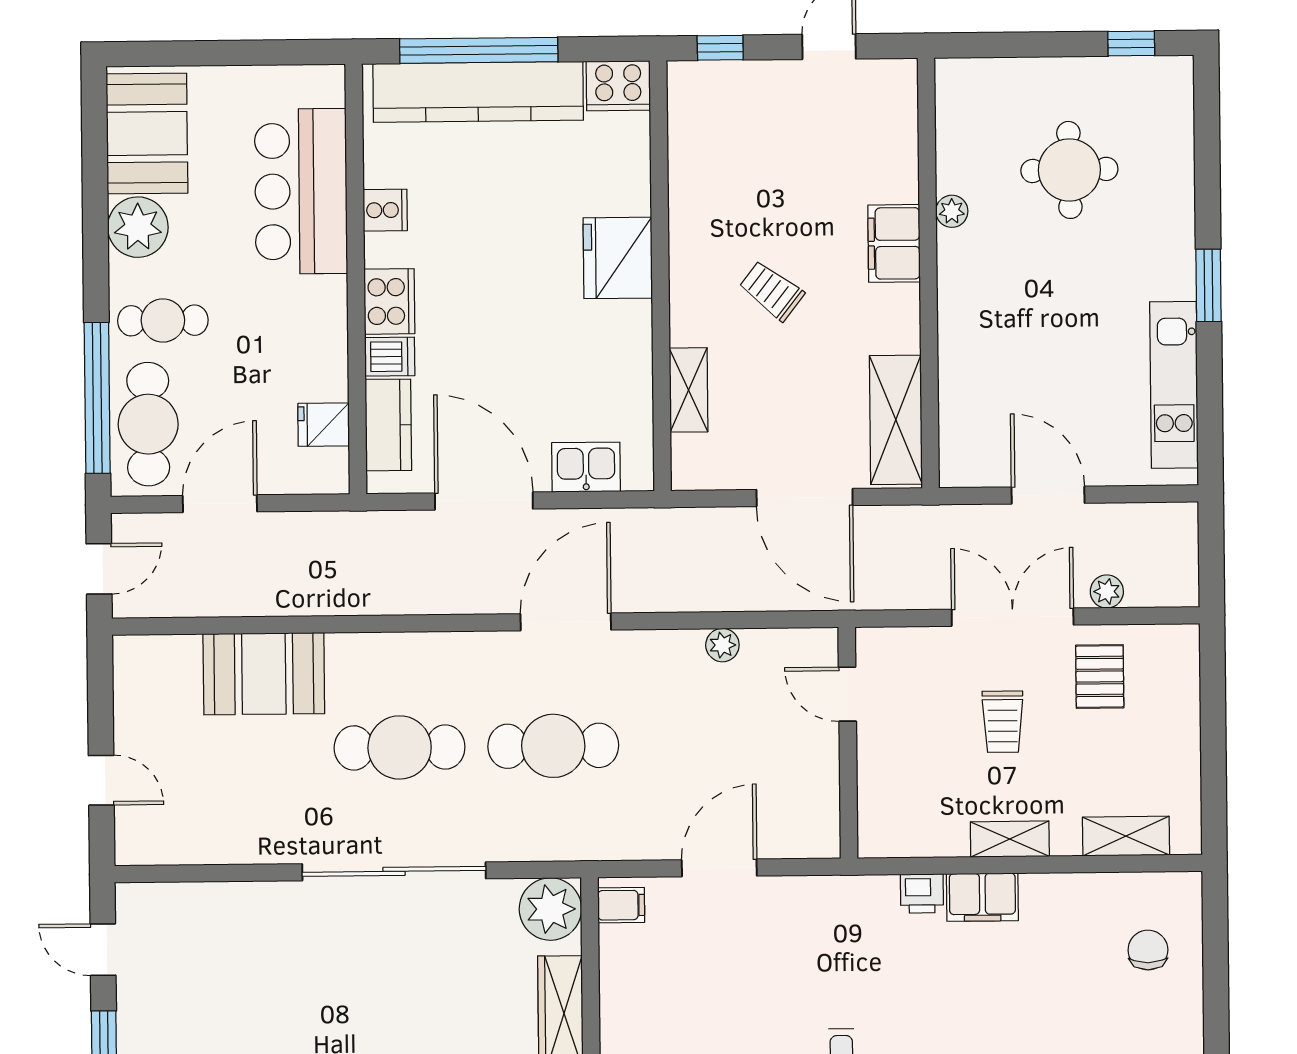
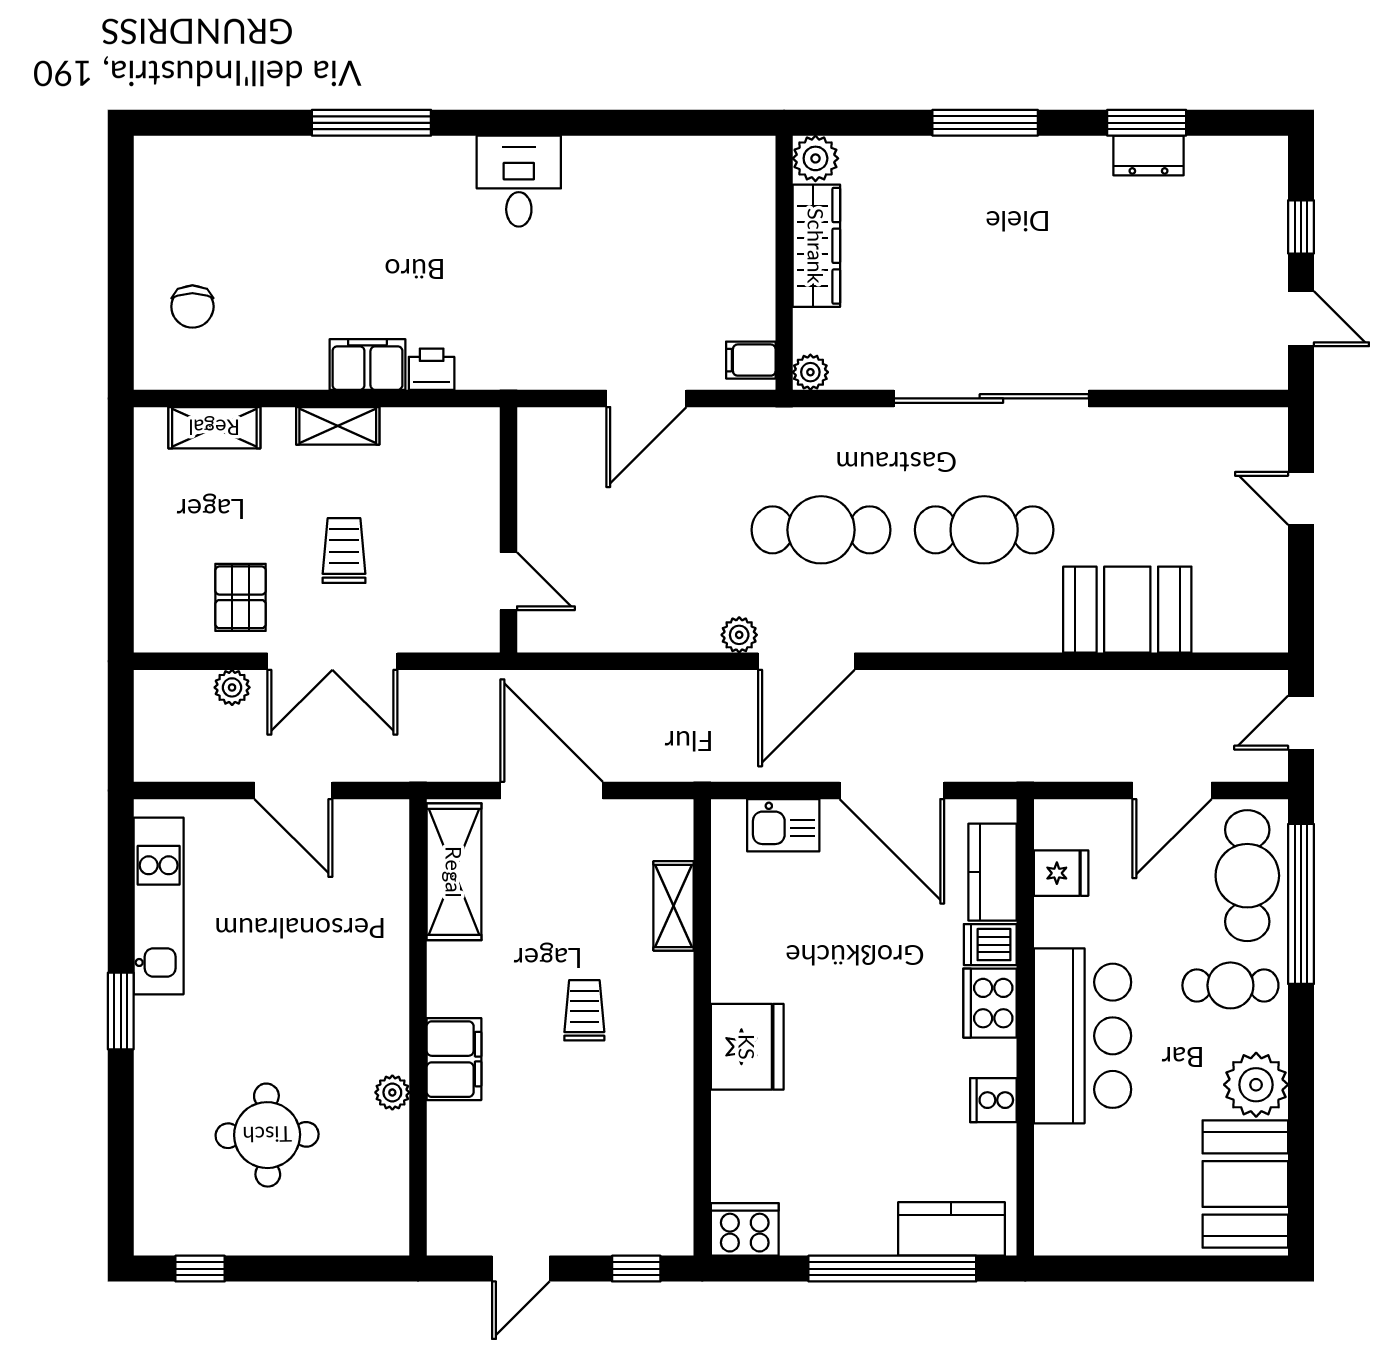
kitchen counter: (478, 92) -> (951, 1229), width x0.48, depth x0.86
bar counter: (301, 191) -> (1083, 1036), moved
trolley: (772, 291) -> (584, 1010), turned -128
plant: (722, 645) -> (739, 635), moved
plant: (550, 909) -> (810, 372), width x0.53, depth x0.53

